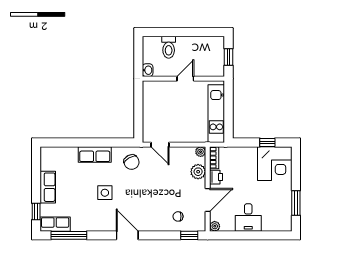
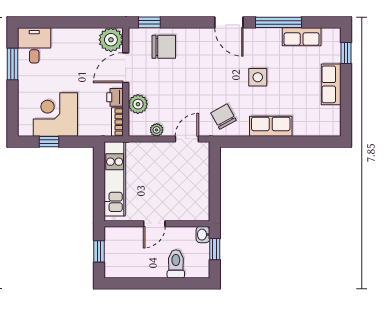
window: (138, 59) -> (215, 249), added
door: (160, 145) -> (187, 139), hinge flipped
plant: (201, 152) -> (157, 130), moved
corner desk: (275, 164) -> (55, 115), moved
chair: (178, 216) -> (164, 47), width x1.87, depth x1.87
desk: (248, 218) -> (34, 45), moved
row of seats: (55, 224) -> (302, 37), moved
plant: (215, 226) -> (111, 40), width x1.88, depth x1.88
window: (69, 235) -> (279, 22), moved

